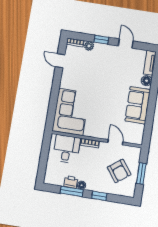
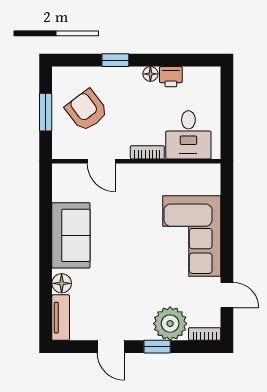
plant: (89, 46) -> (170, 324), width x1.88, depth x1.88
corner sofa: (71, 112) -> (192, 236), moved
window: (72, 191) -> (166, 60), removed

